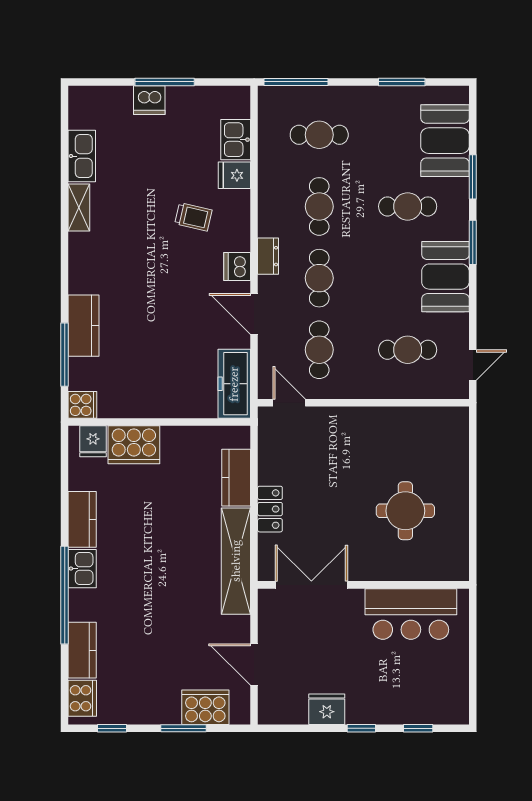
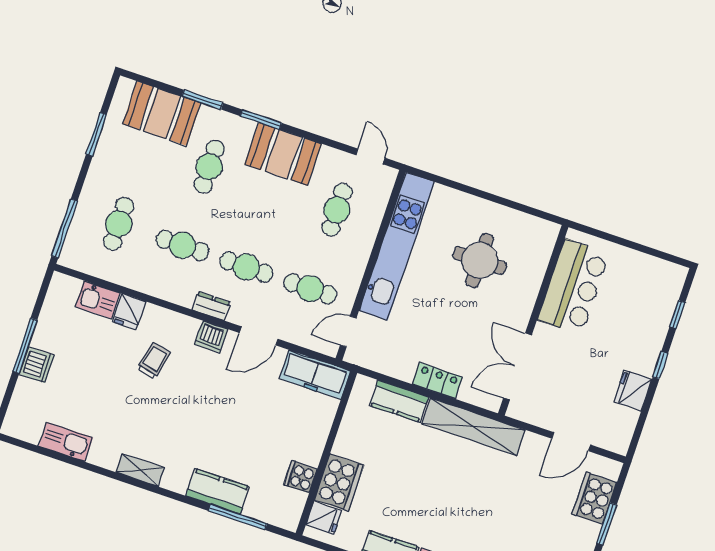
shelving: (79, 208) -> (140, 470), moved
cooker: (82, 405) -> (301, 477), moved, turned -90
kitchen unit: (391, 422) -> (397, 246), added

